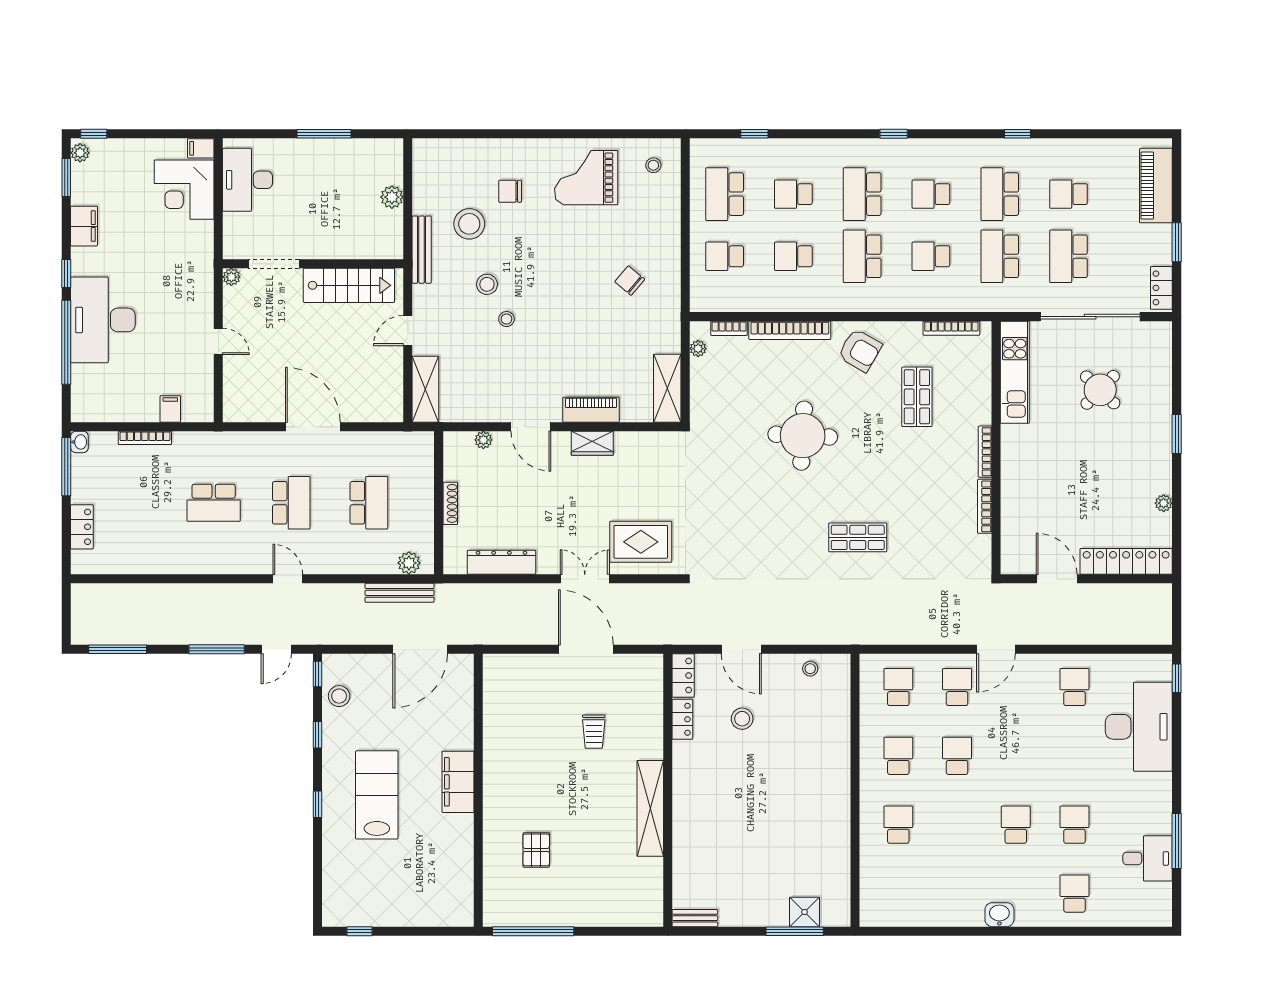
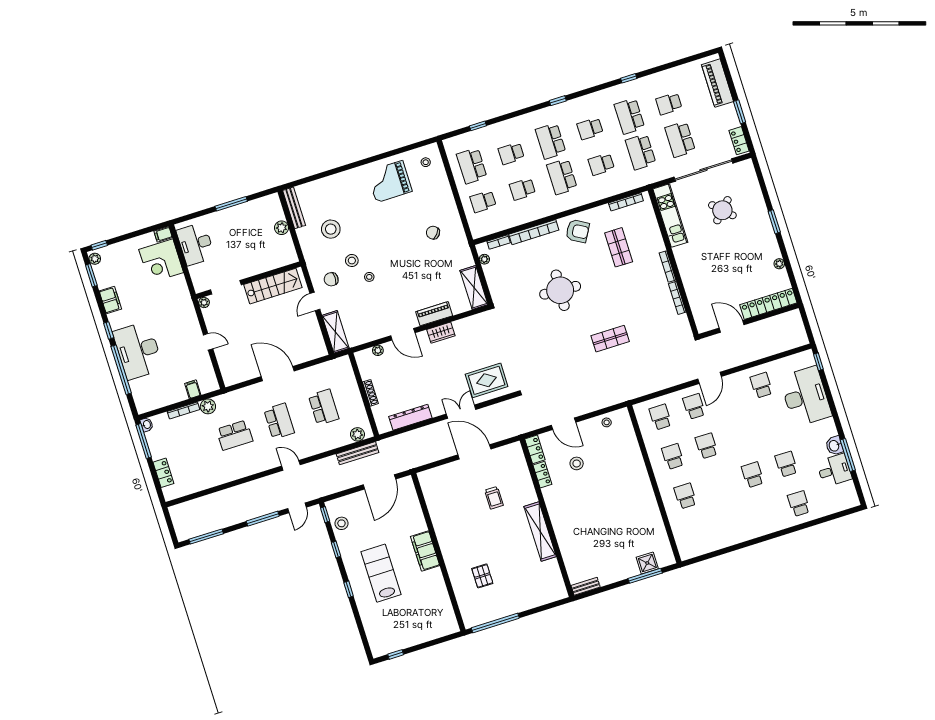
chair: (510, 191) -> (331, 279), moved
bench: (422, 250) -> (294, 208), moved
plant: (186, 444) -> (208, 406), added
washbasin: (999, 915) -> (834, 446), moved, turned -90

